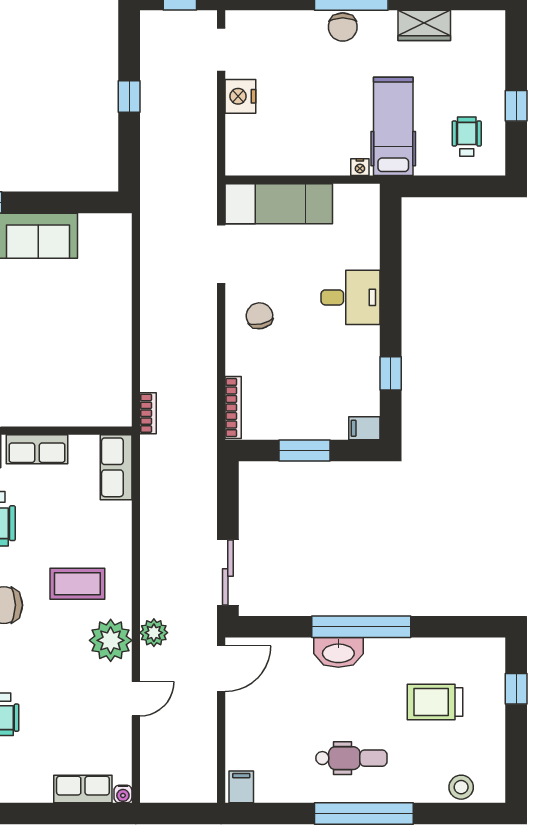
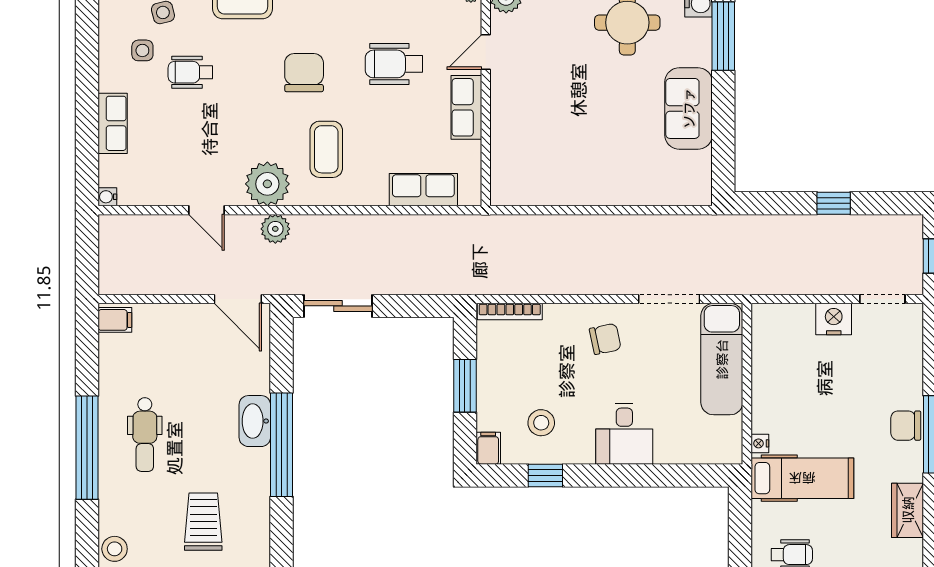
stool: (340, 377) -> (541, 423), added
bookcase: (148, 413) -> (504, 223), removed
row of seats: (116, 467) -> (423, 190), moved
row of seats: (83, 789) -> (113, 123), moved

